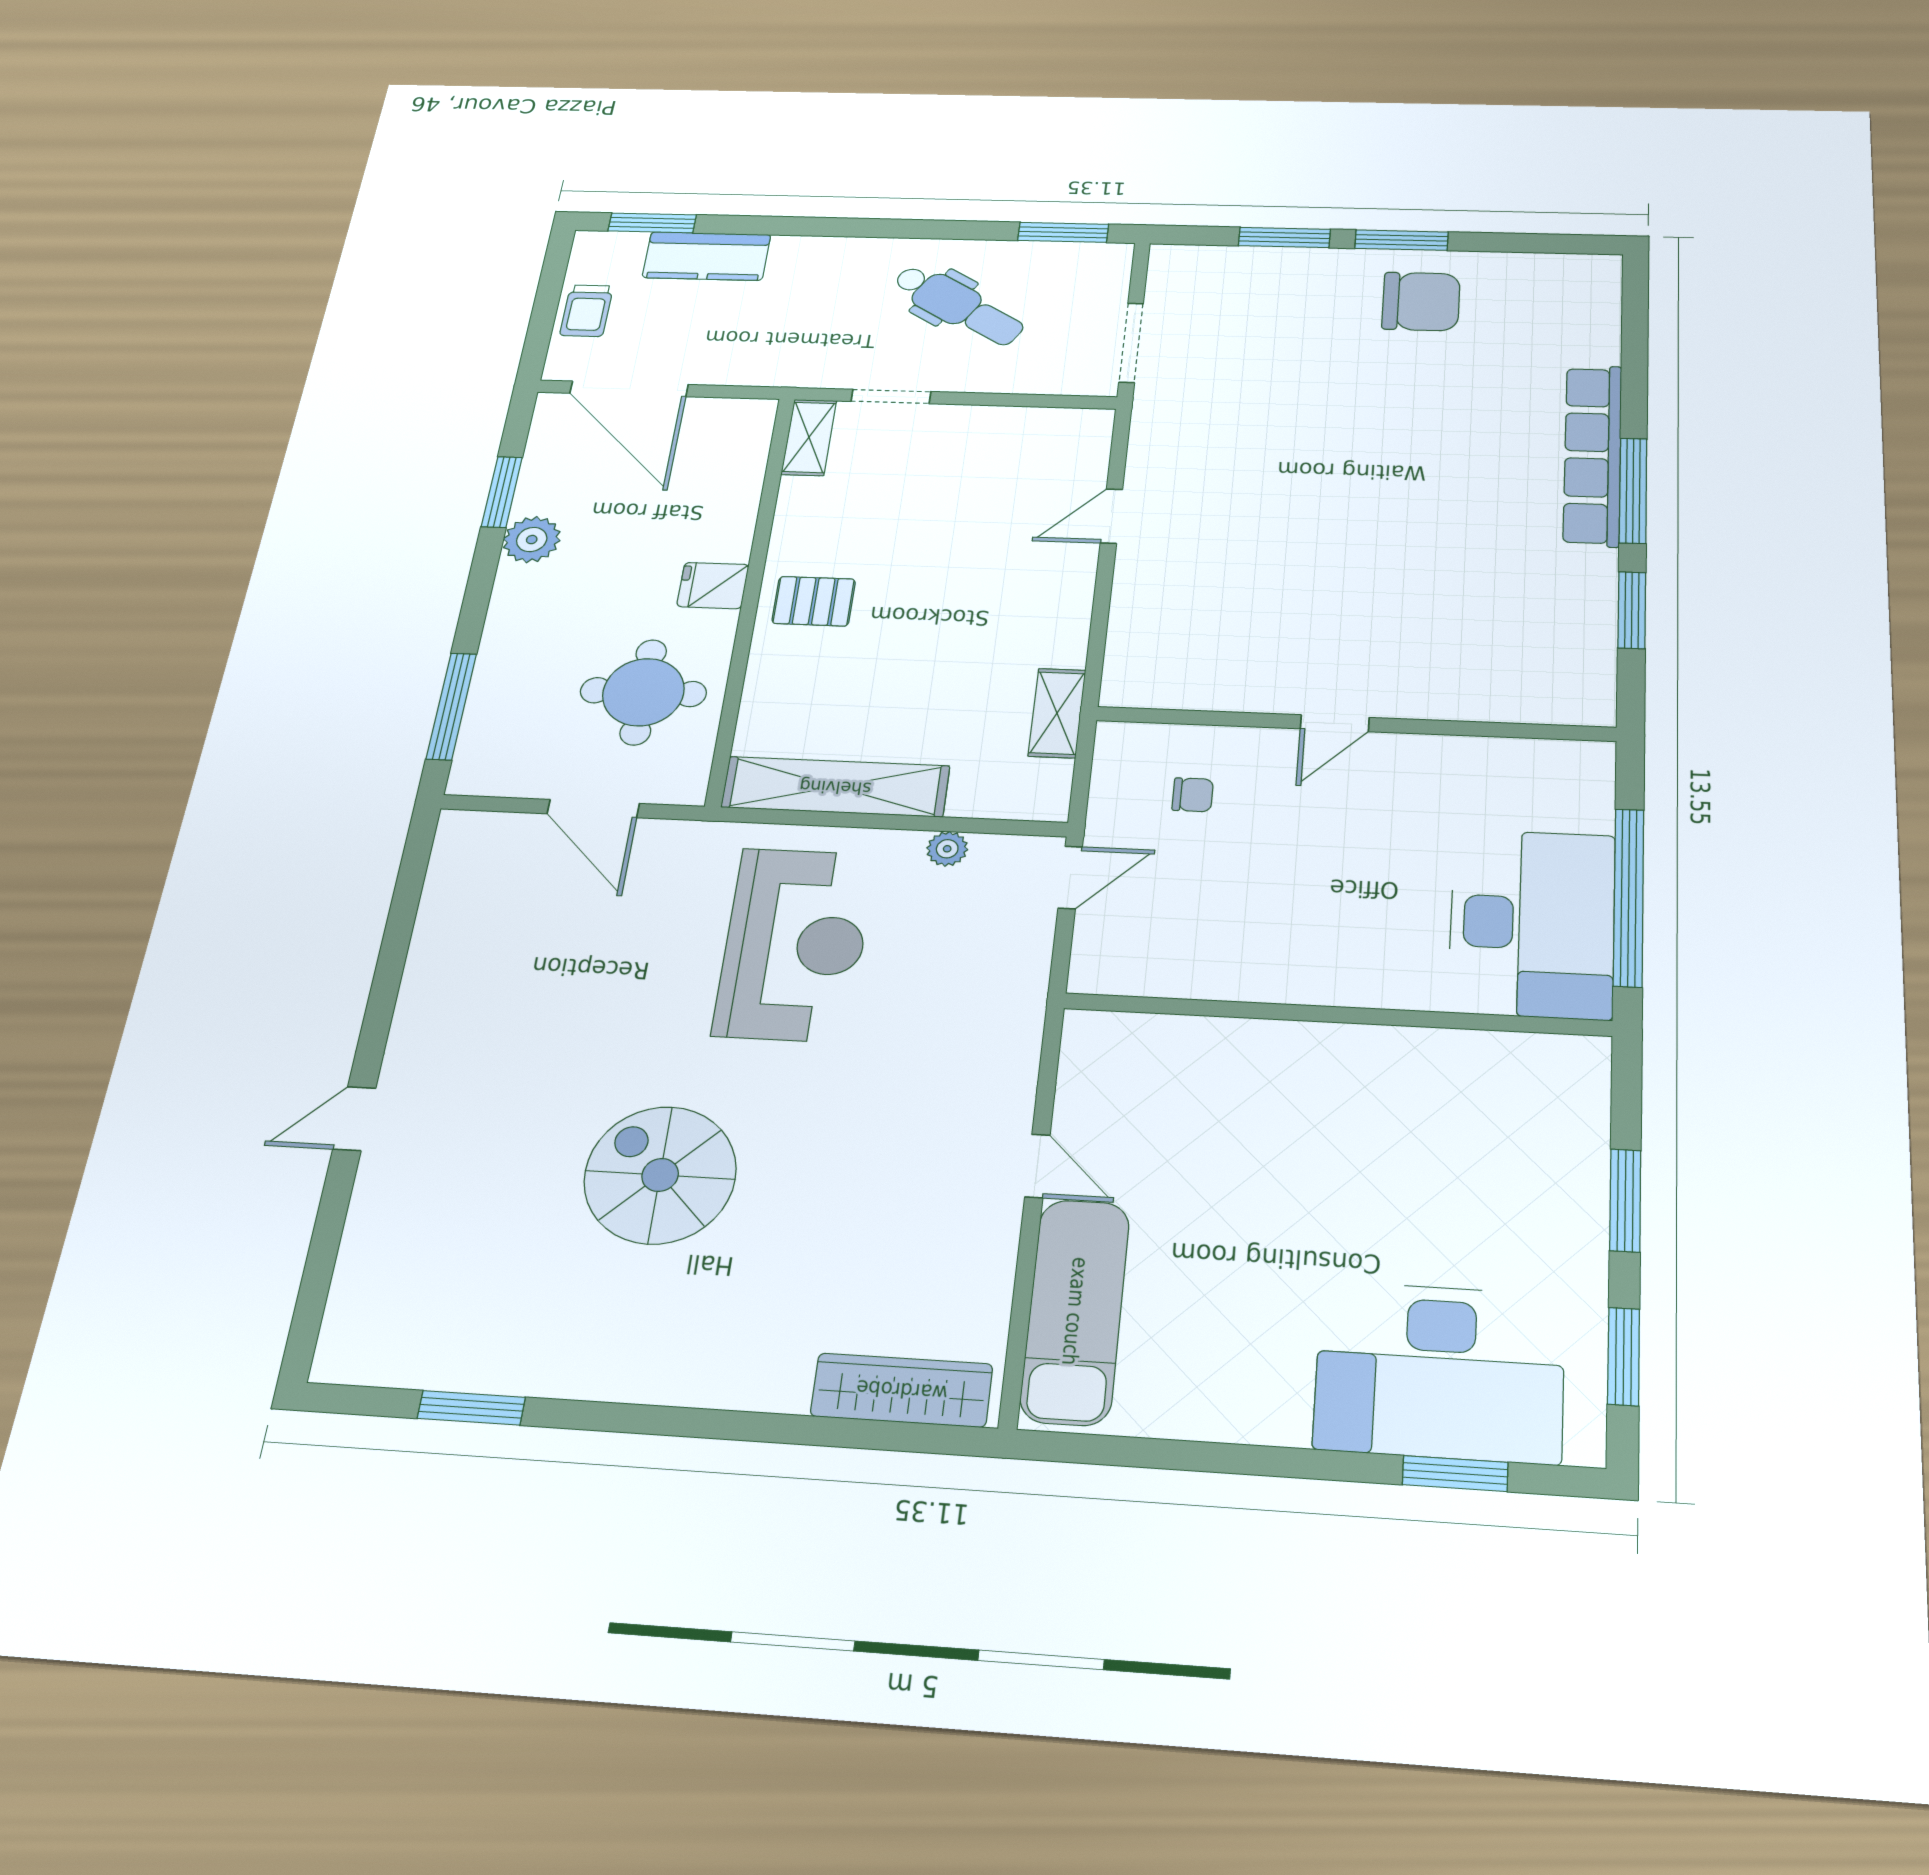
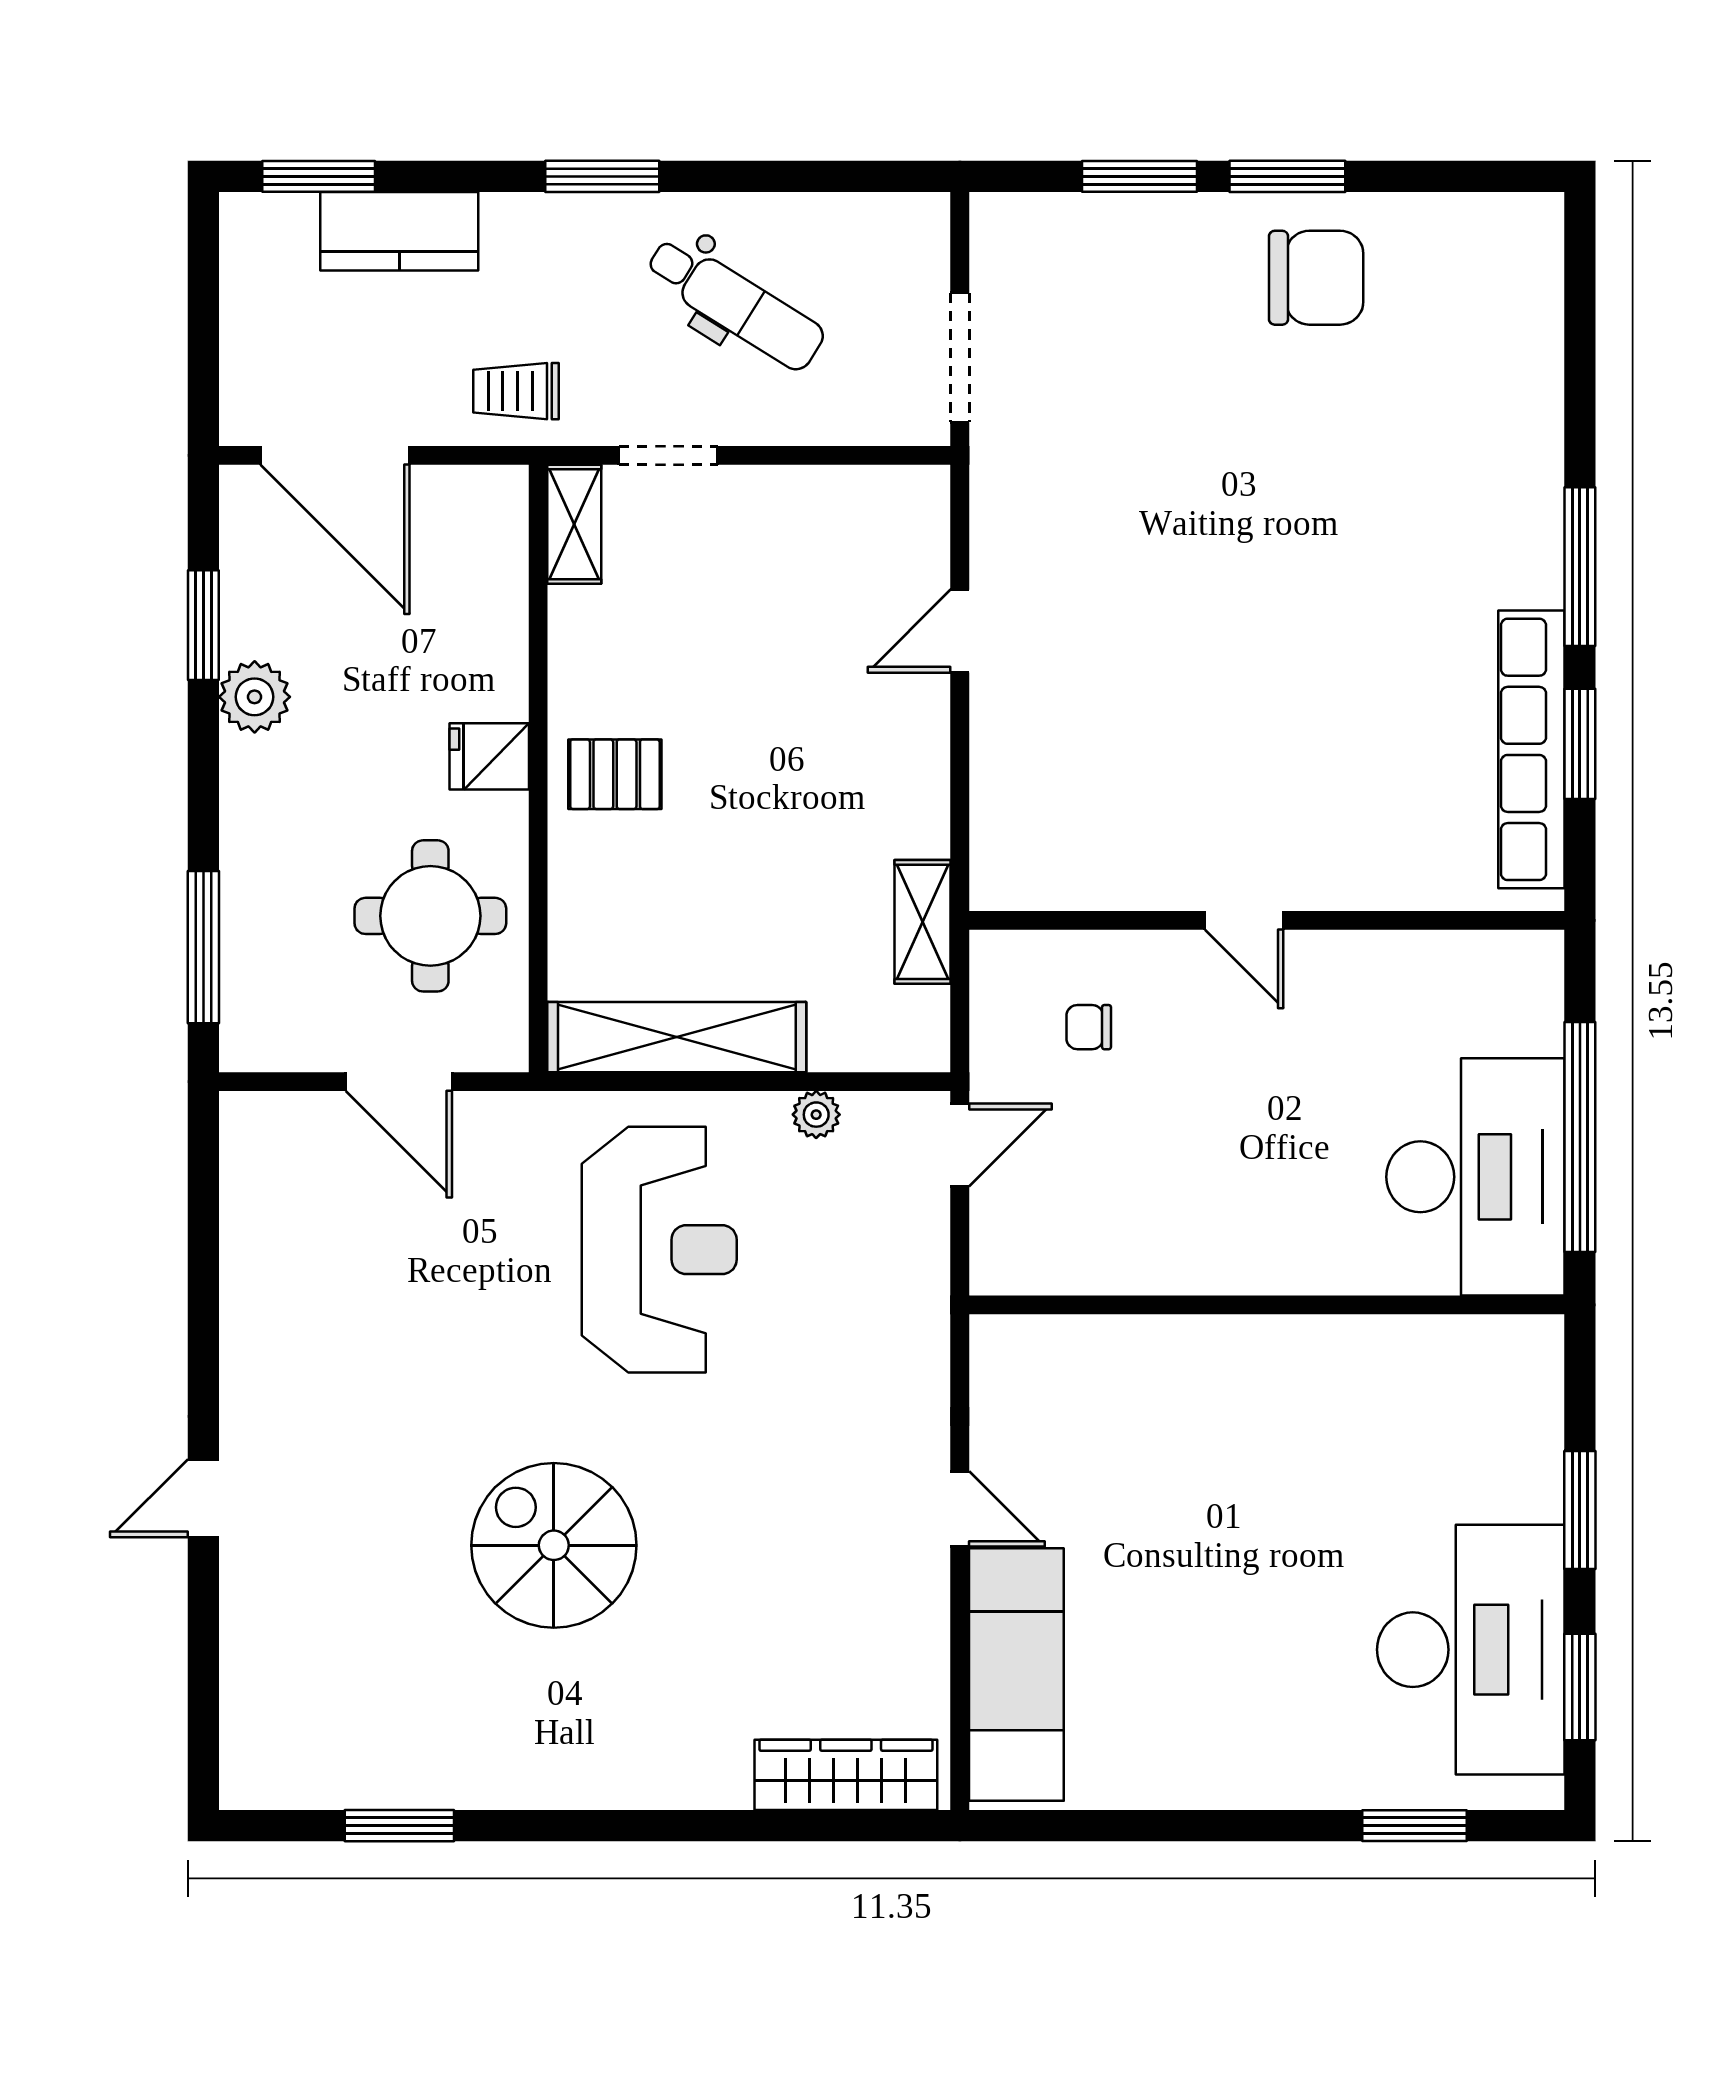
window: (1063, 232) -> (602, 176), moved
trolley: (587, 311) -> (516, 391), moved, turned 90
row of seats: (1593, 455) -> (1531, 749), moved
door: (1335, 723) -> (1244, 920), hinge flipped
chair: (1193, 795) -> (1089, 1027), turned 180
desk: (1440, 1372) -> (1471, 1650), moved, turned -90

